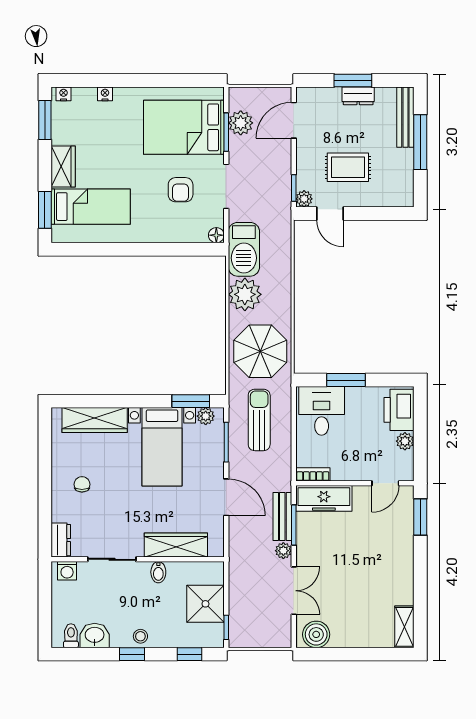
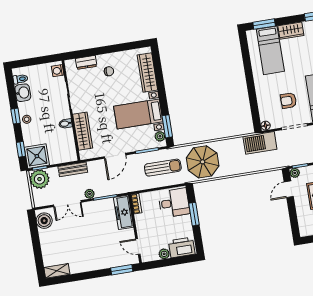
plant: (245, 294) -> (40, 179), moved
bench: (282, 517) -> (73, 169), moved
dresser: (61, 540) -> (86, 62), moved
shower: (205, 604) -> (37, 156), moved

